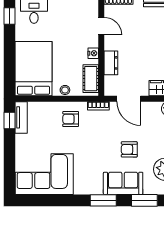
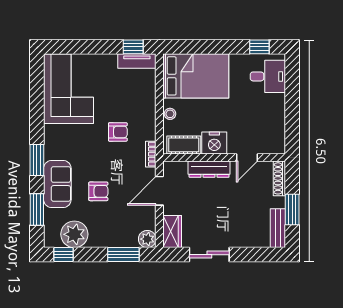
nightstand: (93, 53) -> (214, 143), width x1.89, depth x1.79
dresser: (111, 63) -> (209, 169), width x1.44
armchair: (71, 119) -> (118, 132), moved, turned 90
armchair: (129, 149) -> (98, 191), turned 90

